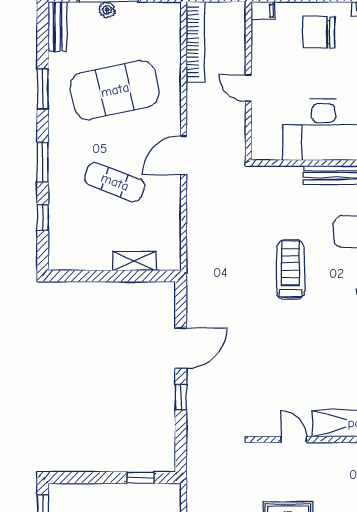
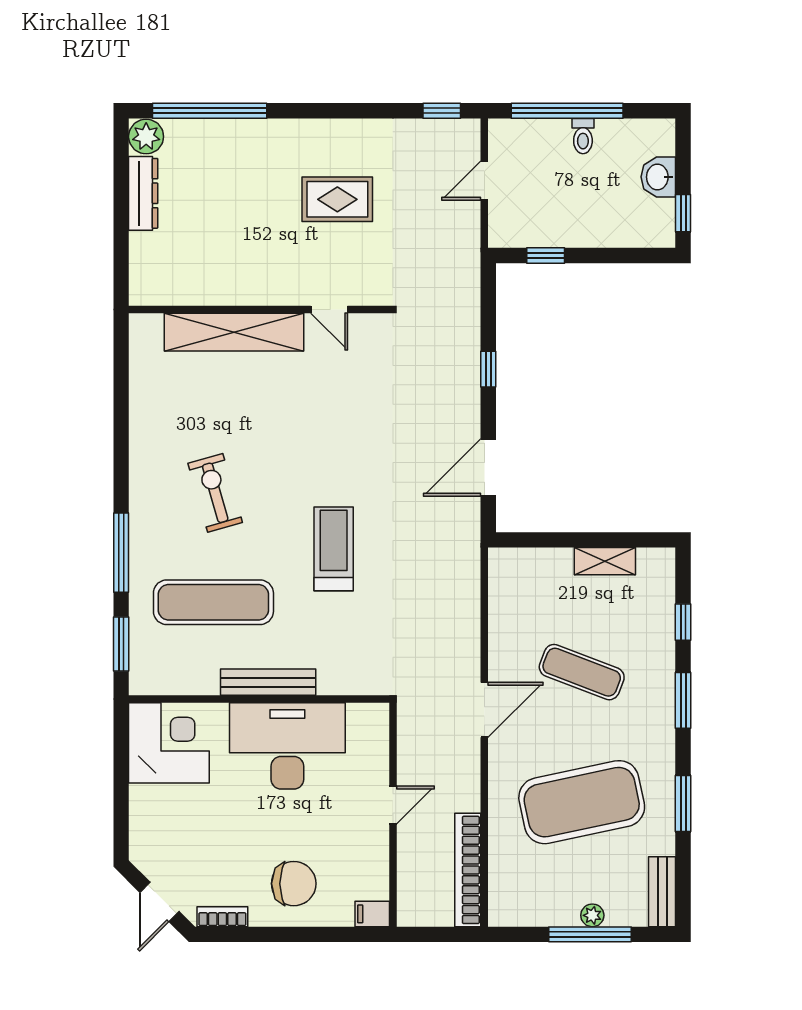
door: (248, 88) -> (393, 805), hinge flipped
shelving: (134, 261) -> (605, 561), moved
treadmill: (290, 270) -> (334, 549), turned 180
door: (181, 348) -> (488, 467), moved

